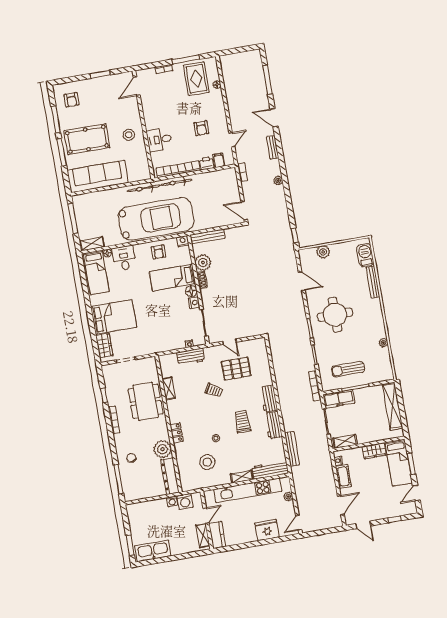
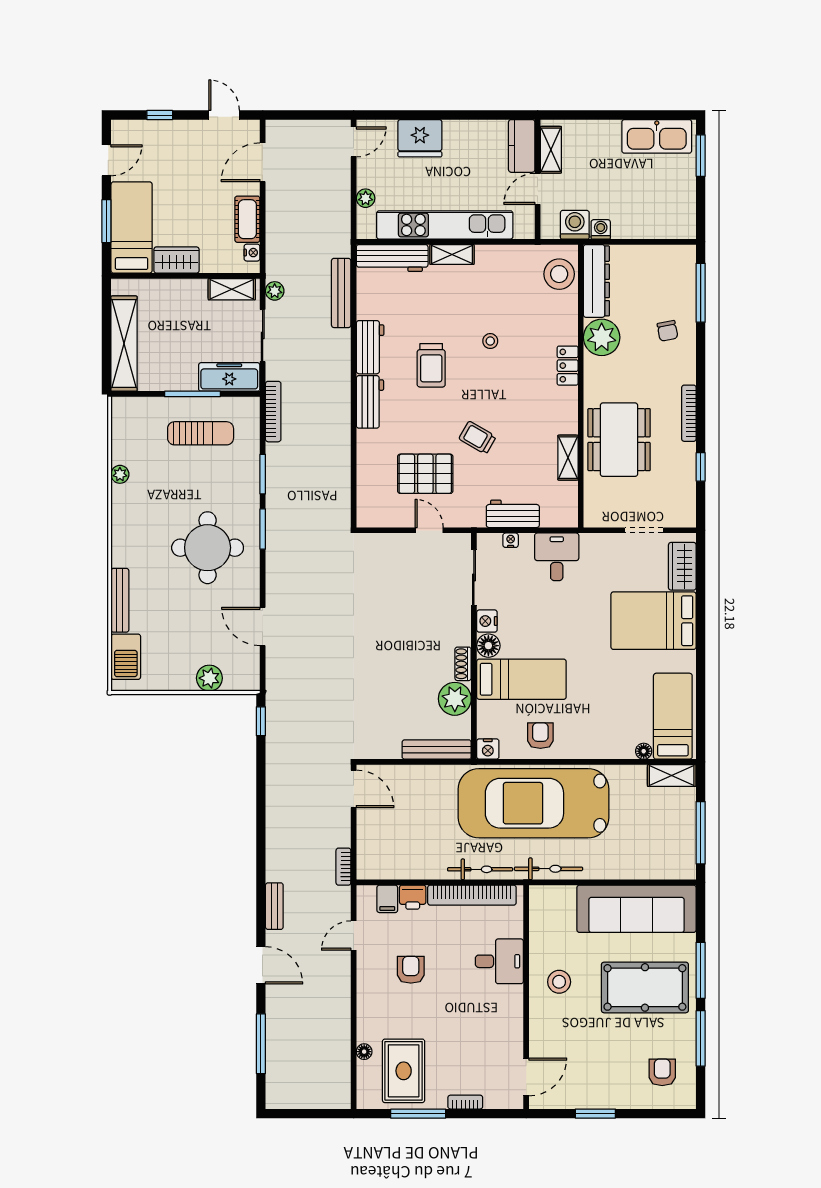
plant: (278, 181) -> (275, 291), moved
desk: (124, 258) -> (557, 557), moved, turned 180
stool: (207, 462) -> (559, 274), moved

